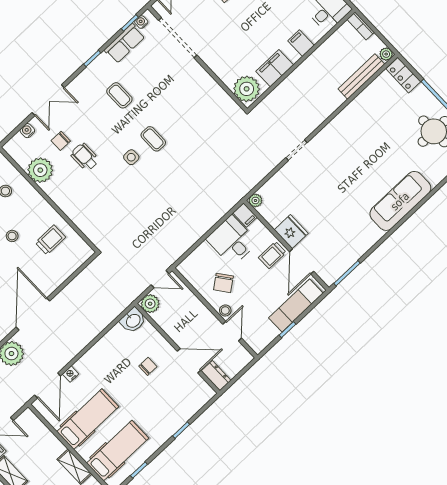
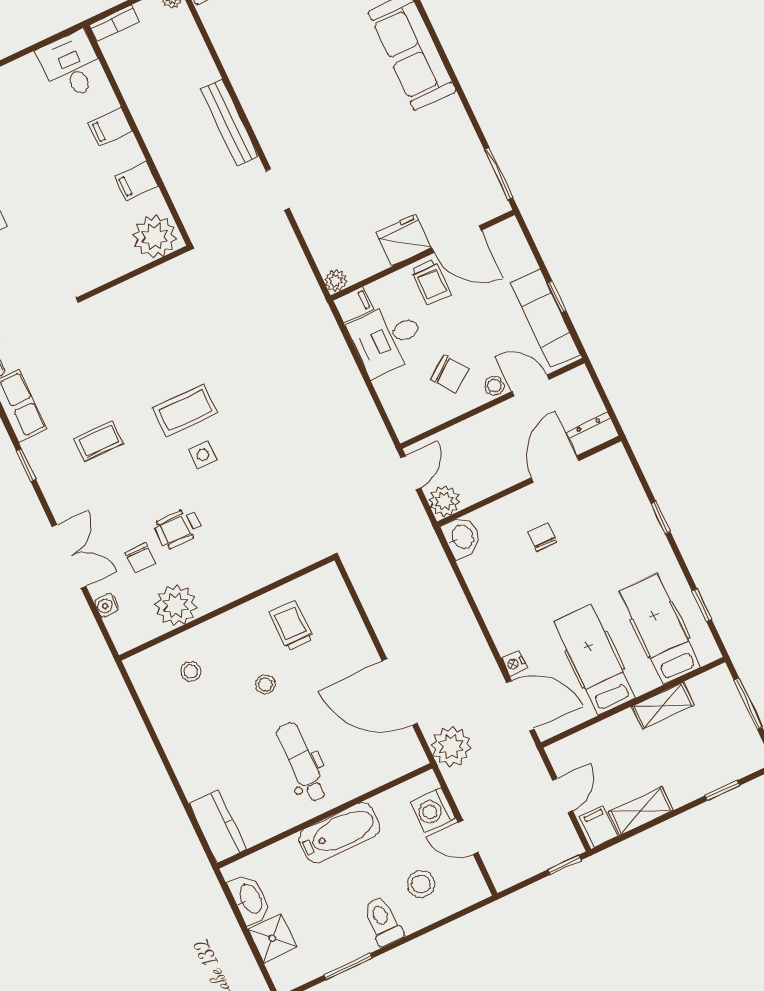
filing cabinet: (275, 68) -> (137, 181), width x0.50
bench: (361, 77) -> (230, 123), moved
coffee table: (153, 139) -> (185, 410), width x1.36, depth x1.30
exam couch: (296, 306) -> (545, 318), moved

